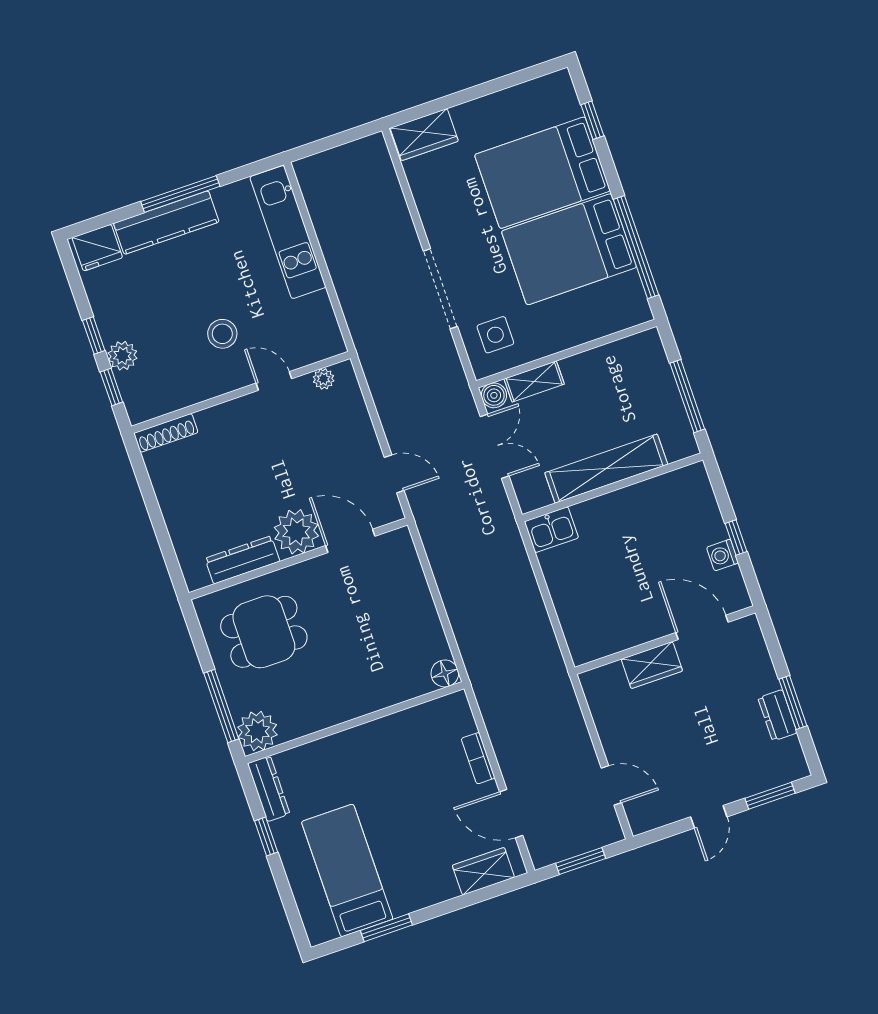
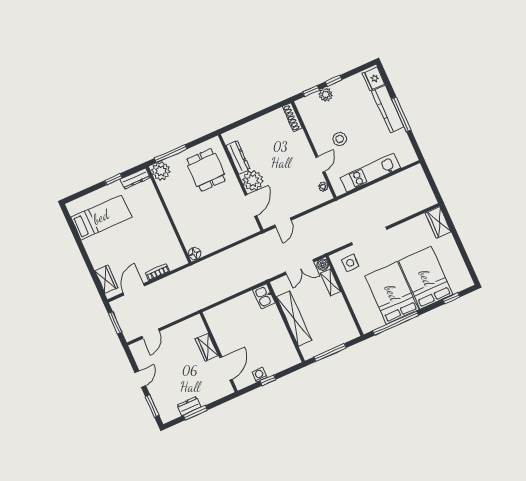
kitchen unit: (288, 232) -> (370, 173), moved
door: (709, 817) -> (140, 379), swing flipped
window: (386, 928) -> (77, 237), removed

